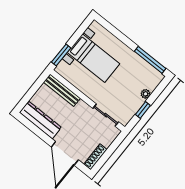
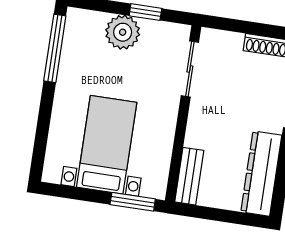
bench: (62, 90) -> (189, 176), width x0.73
plant: (146, 94) -> (123, 32), width x1.87, depth x1.87

